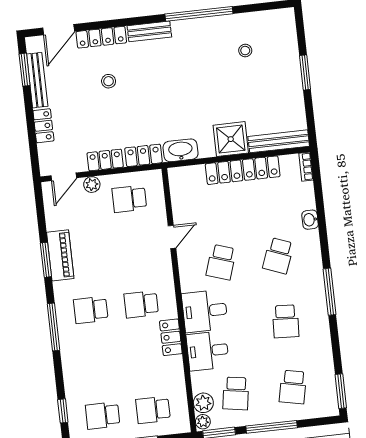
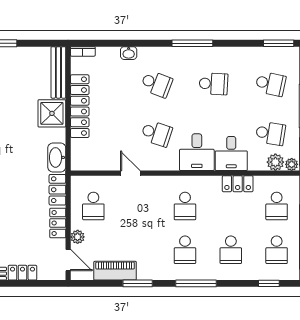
piano: (60, 255) -> (115, 271), moved
locker: (171, 337) -> (238, 184), moved
school desk: (97, 363) -> (231, 250), added

